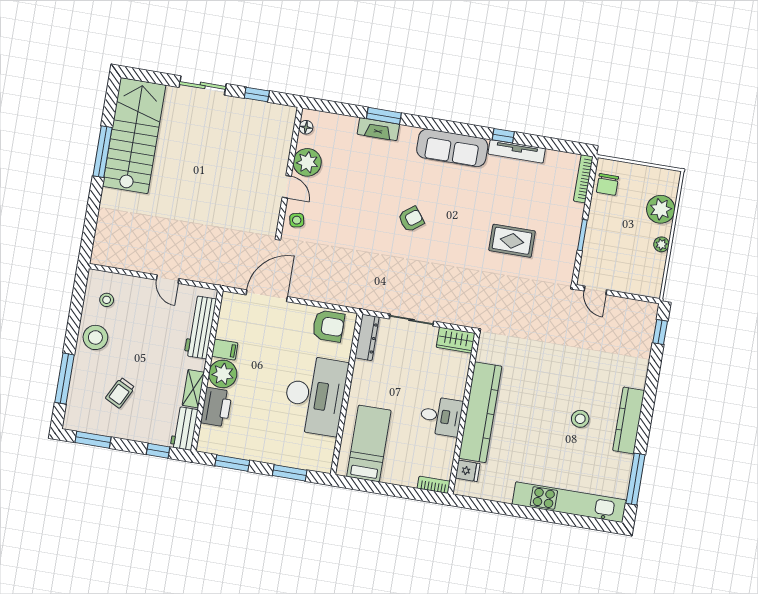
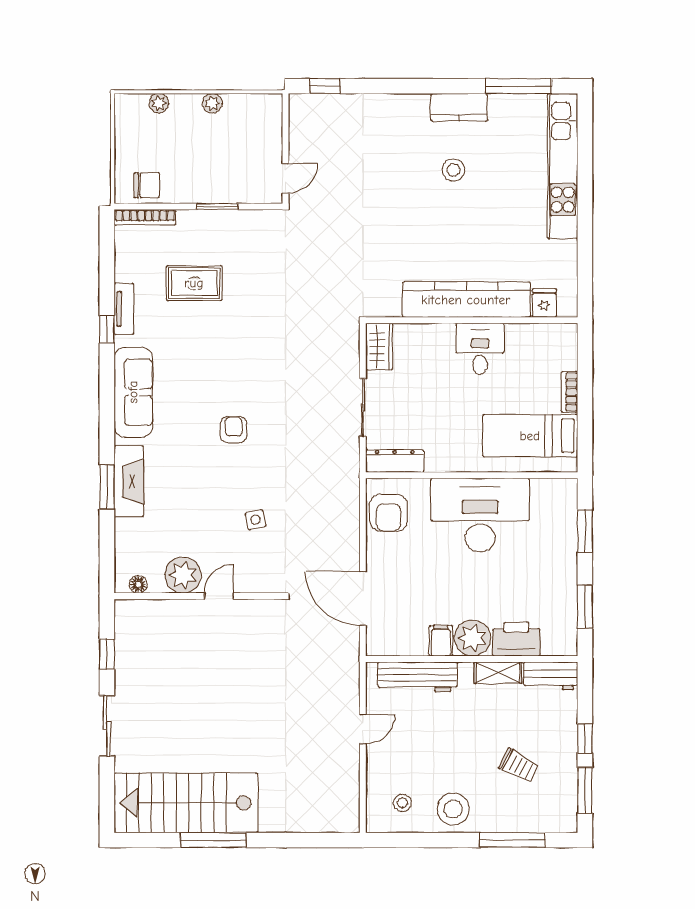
fireplace: (378, 129) -> (129, 481), width x1.37, depth x1.32
tv unit: (517, 151) -> (124, 309), width x0.71
plant: (661, 209) -> (159, 103), width x0.53, depth x0.53
armchair: (411, 219) -> (234, 430), turned 37
side table: (297, 220) -> (255, 520), moved
rug: (512, 241) -> (194, 283), moved, turned 90
armchair: (328, 326) -> (389, 513), turned 180
kitchen counter: (629, 420) -> (459, 107), width x0.67
window: (158, 451) -> (585, 738), moved
bookcase: (434, 485) -> (569, 392), moved

